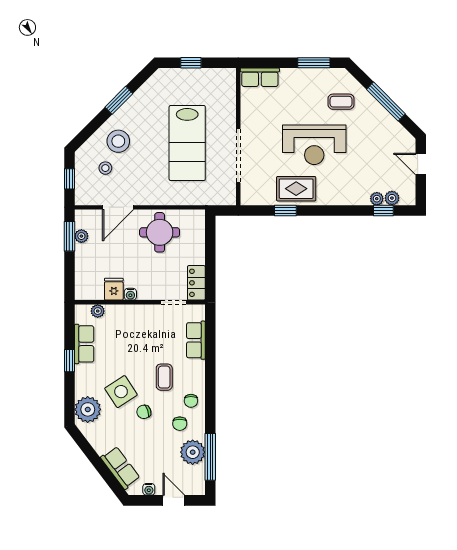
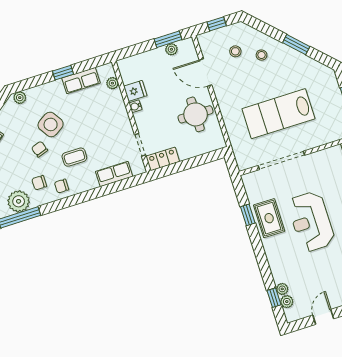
stool: (118, 141) -> (262, 55), width x0.53, depth x0.53
plant: (88, 409) -> (20, 98), width x0.53, depth x0.53

